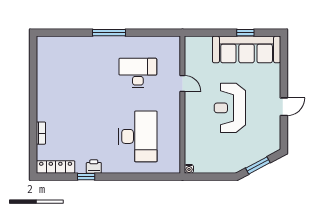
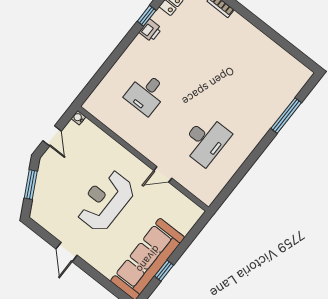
window: (109, 33) -> (286, 116), moved
reception desk: (230, 108) -> (105, 201), turned -90
desk: (138, 136) -> (146, 94), width x0.53, depth x0.77
door: (215, 177) -> (52, 136), added

